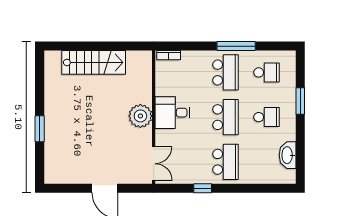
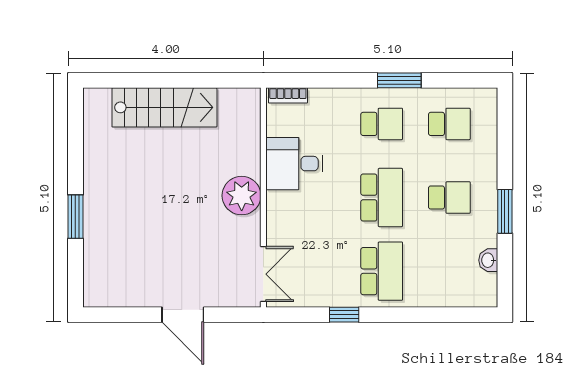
window: (236, 46) -> (399, 80), width x0.69
school desk: (225, 72) -> (382, 124), width x0.54
window: (300, 101) -> (505, 211), moved
desk: (172, 113) -> (294, 164), moved
washbasin: (288, 155) -> (488, 260), width x0.52, depth x0.69

